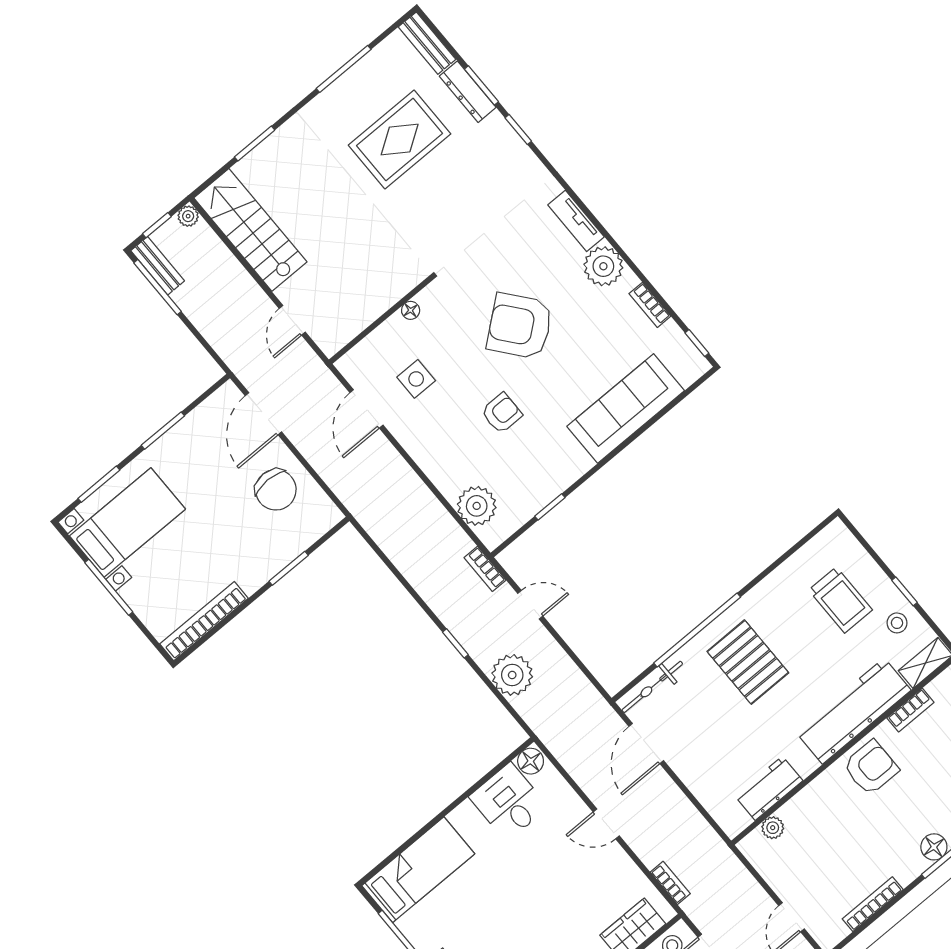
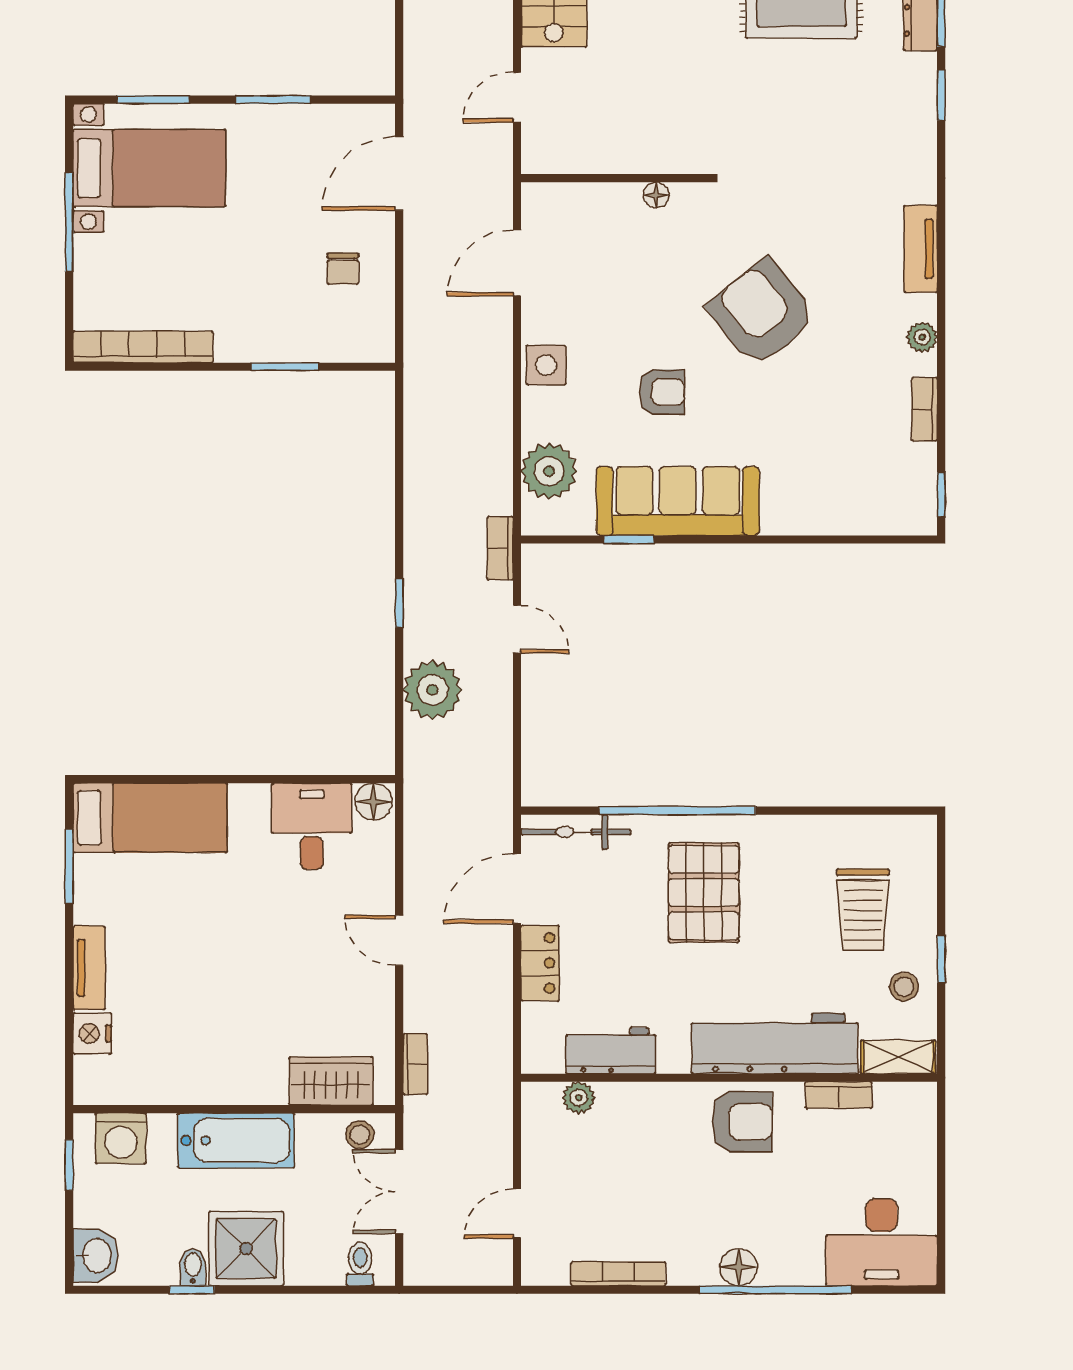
plant: (603, 266) -> (922, 337), width x0.53, depth x0.53
side table: (416, 379) -> (546, 365), moved
sofa: (626, 408) -> (678, 501), moved
chair: (276, 490) -> (343, 269), width x0.54, depth x0.54
locker: (692, 773) -> (540, 963), added

